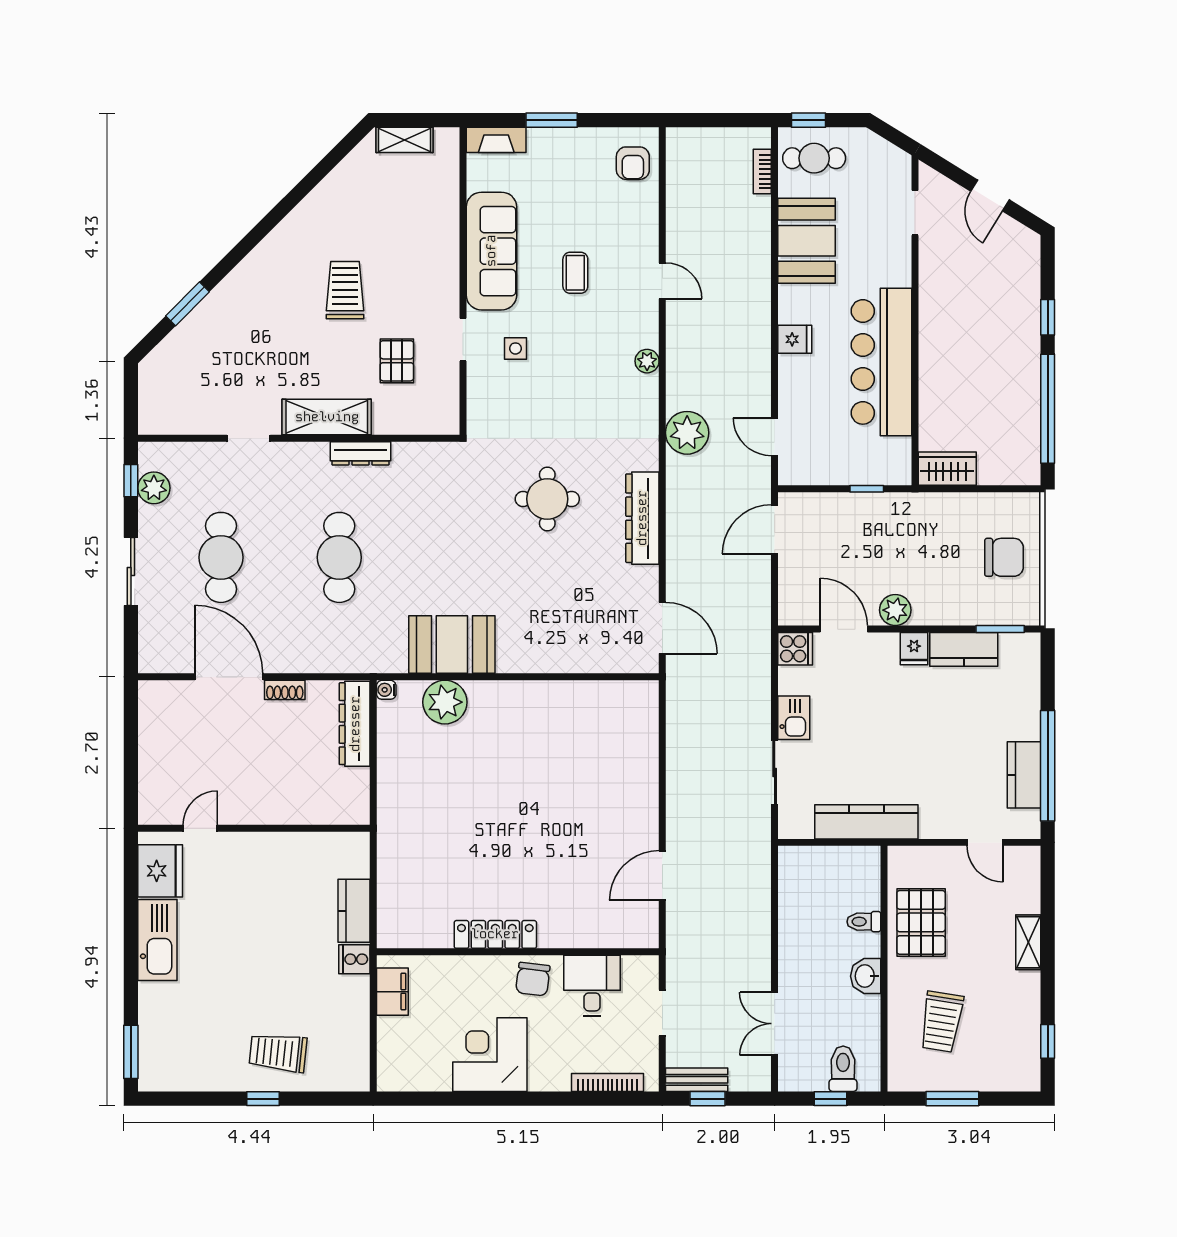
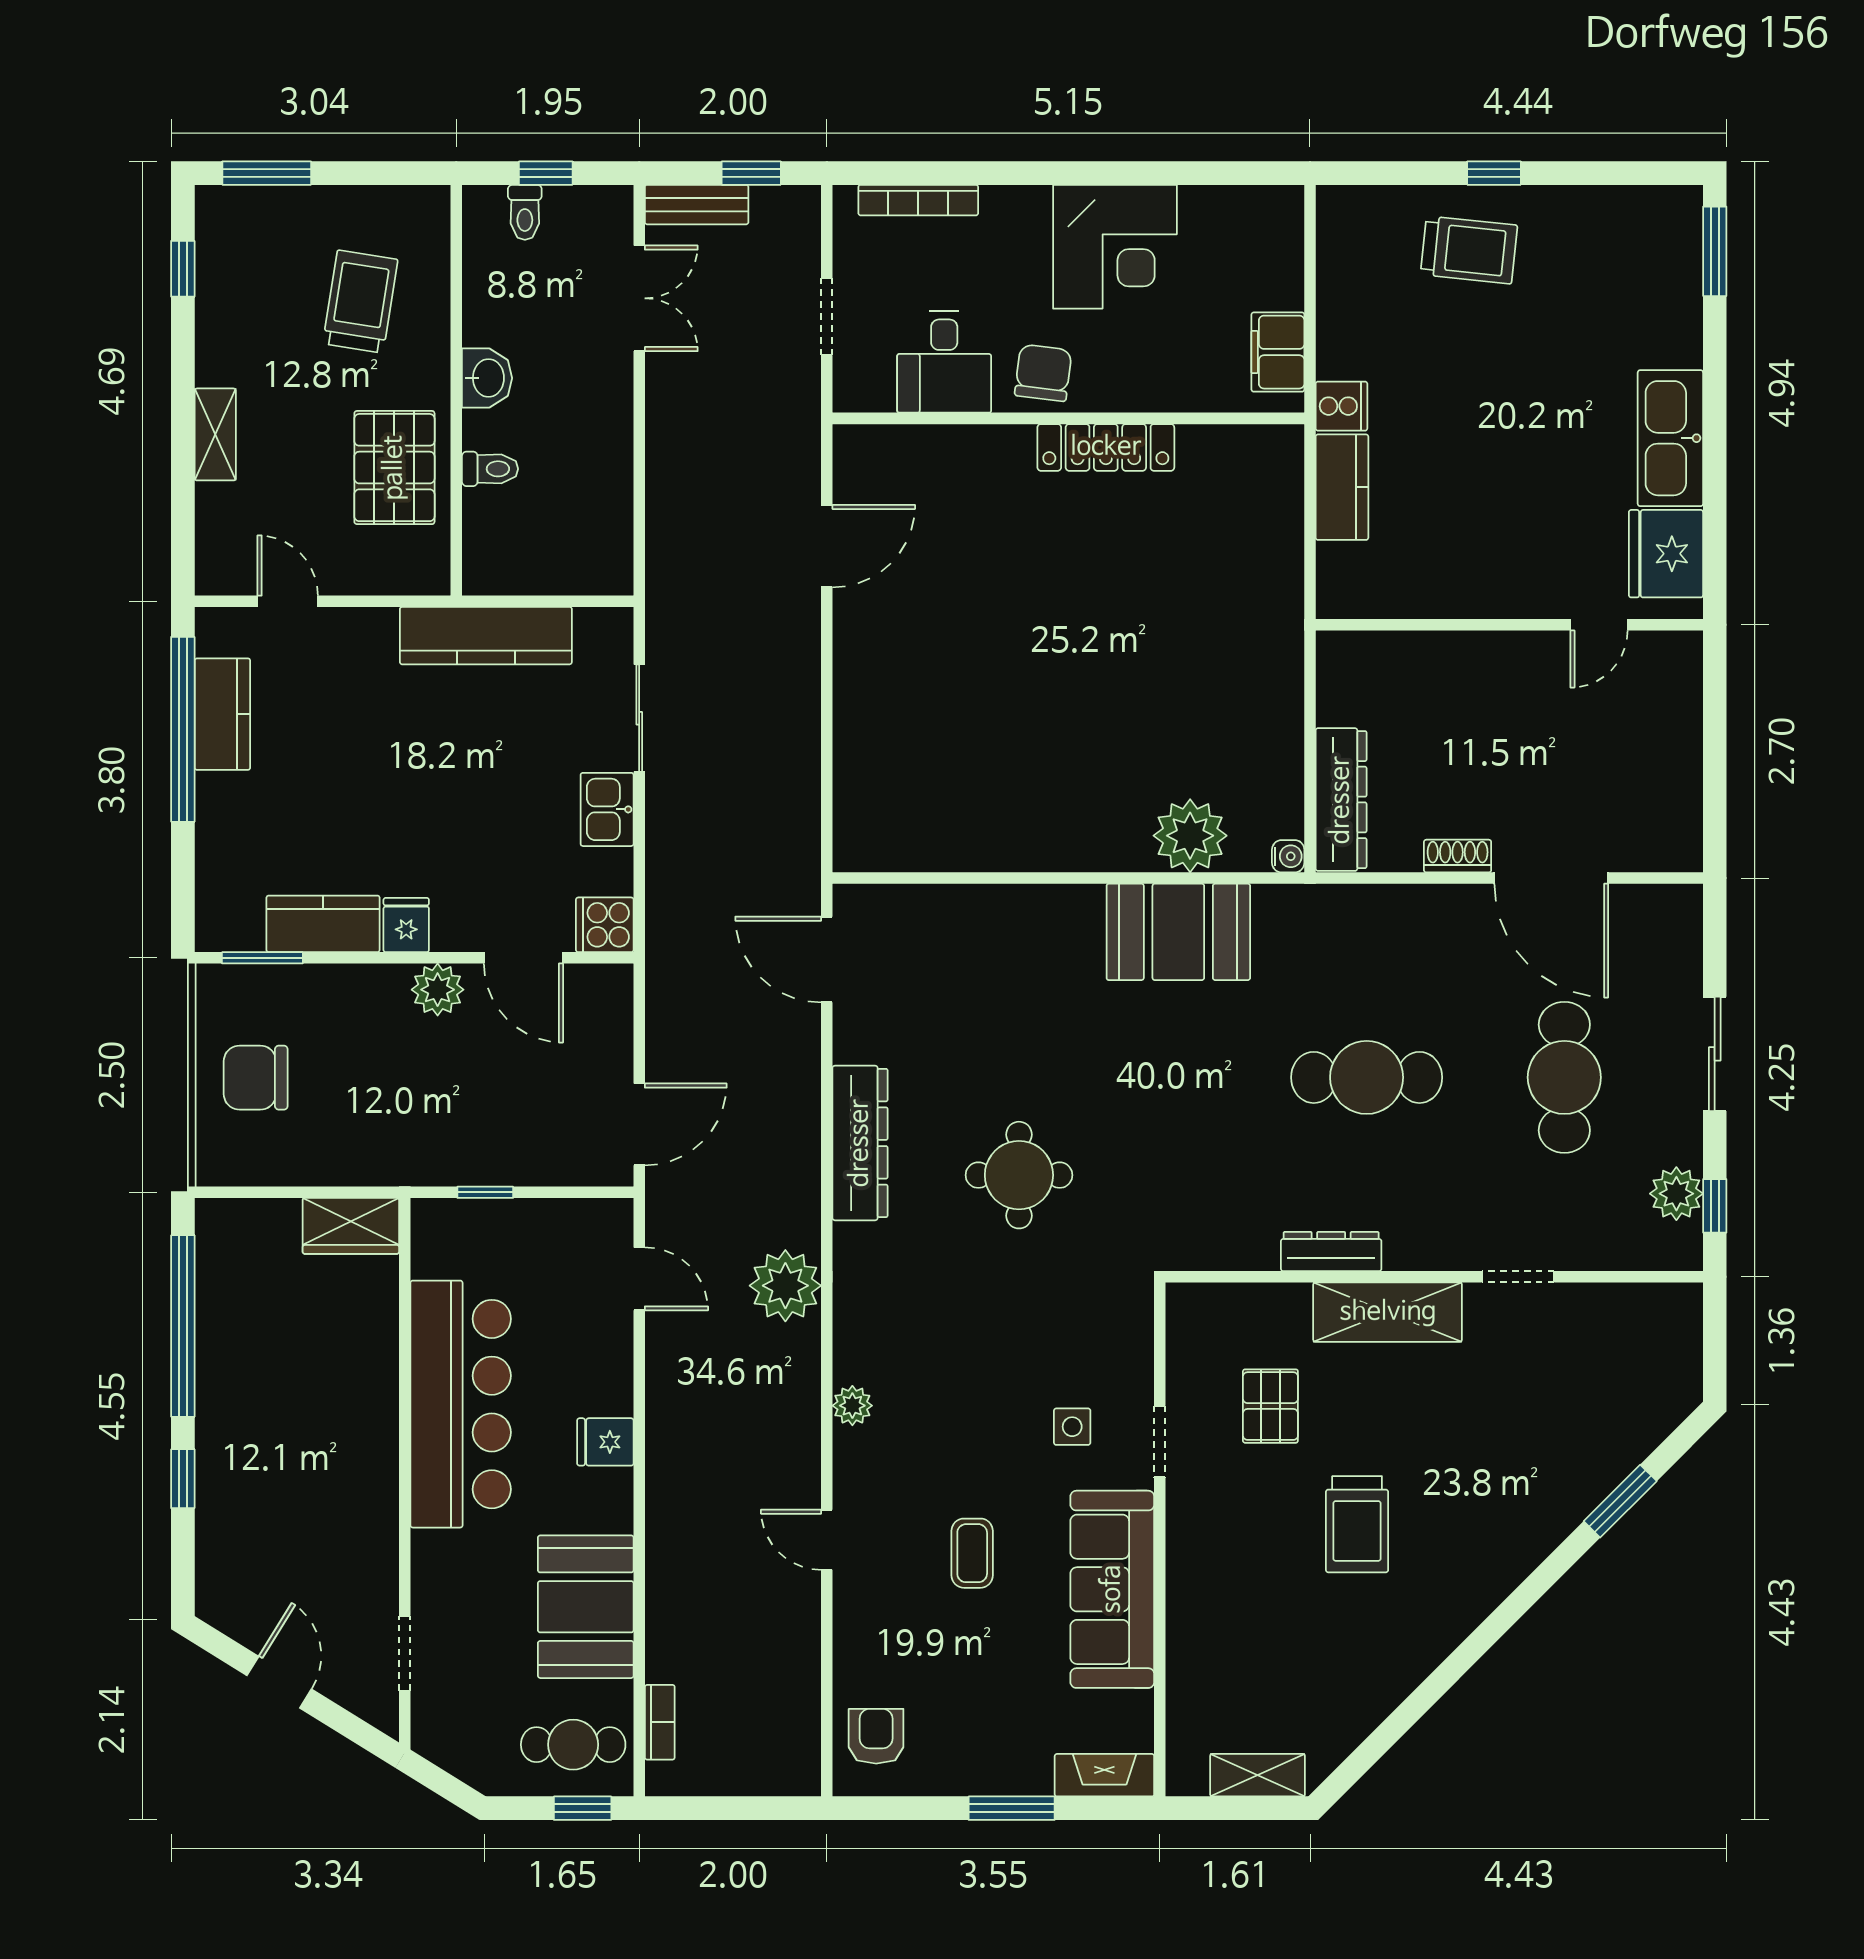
cafe table: (339, 557) -> (1367, 1077), turned 90
toilet: (843, 1069) -> (525, 212), width x0.73, depth x0.72
bench: (697, 1080) -> (697, 205), moved
window: (952, 1099) -> (267, 173), moved

